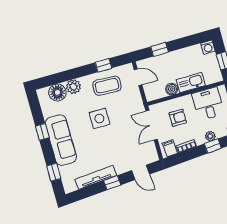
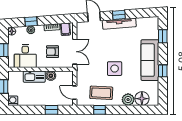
tv unit: (96, 177) -> (119, 24), moved

